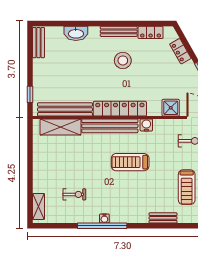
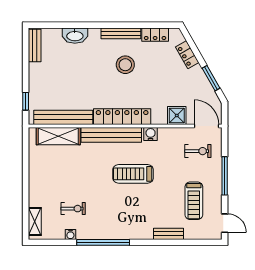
water cooler: (104, 218) -> (70, 234), moved

